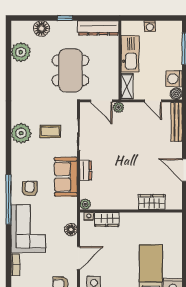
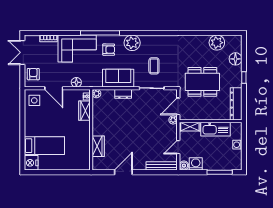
plant: (21, 133) -> (132, 43), moved

